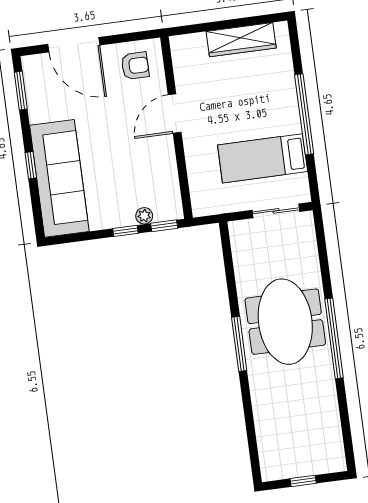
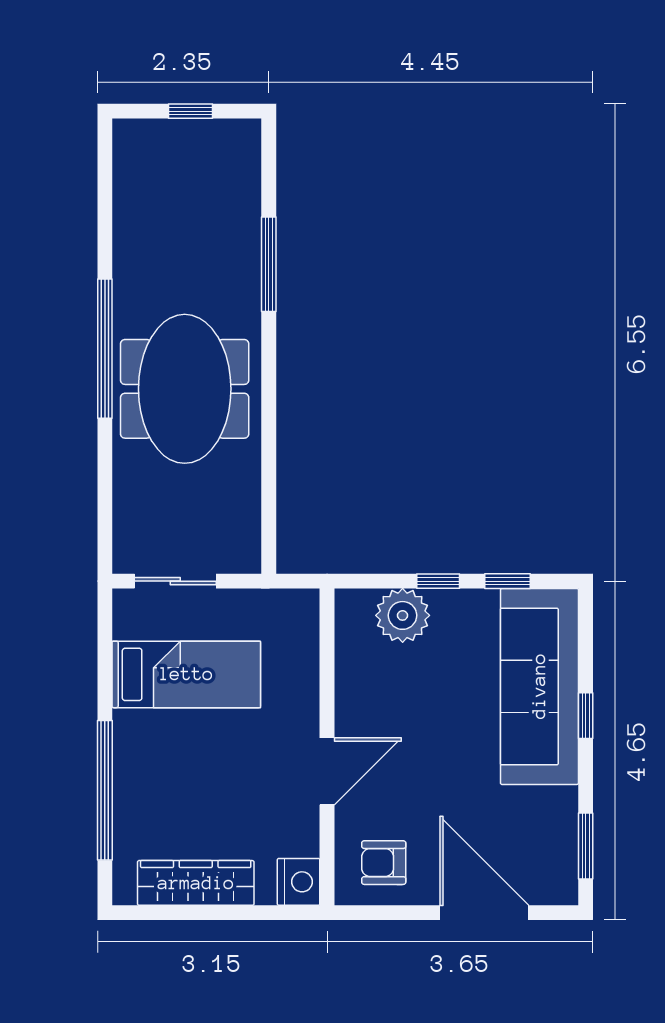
nightstand: (182, 48) -> (299, 882), added
window: (304, 114) -> (105, 790), moved
plant: (144, 216) -> (403, 615), width x1.87, depth x1.87
window: (164, 226) -> (508, 581), moved
window: (239, 344) -> (269, 264), moved

